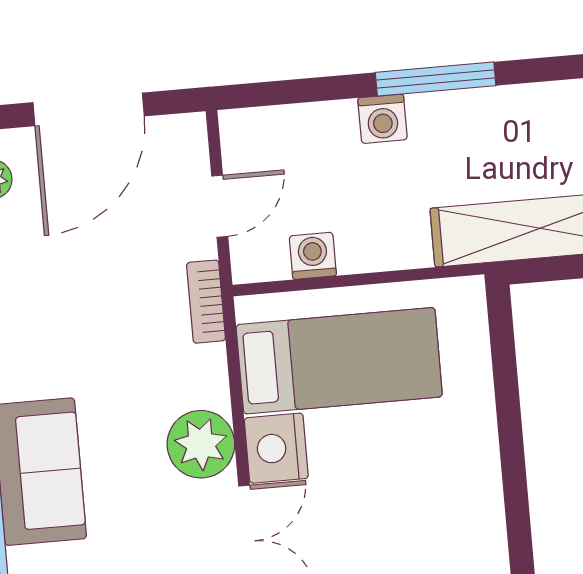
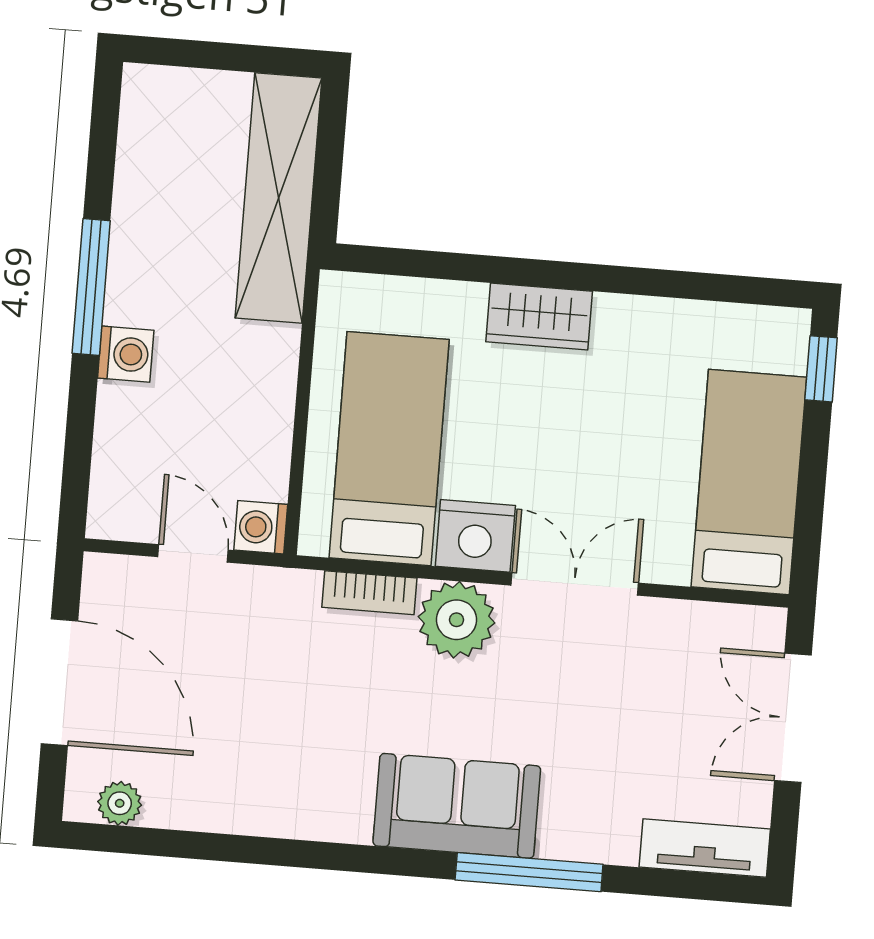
washing machine: (313, 256) -> (261, 527), moved
bookcase: (206, 302) -> (369, 593), moved
wardrobe: (476, 471) -> (539, 317), added

